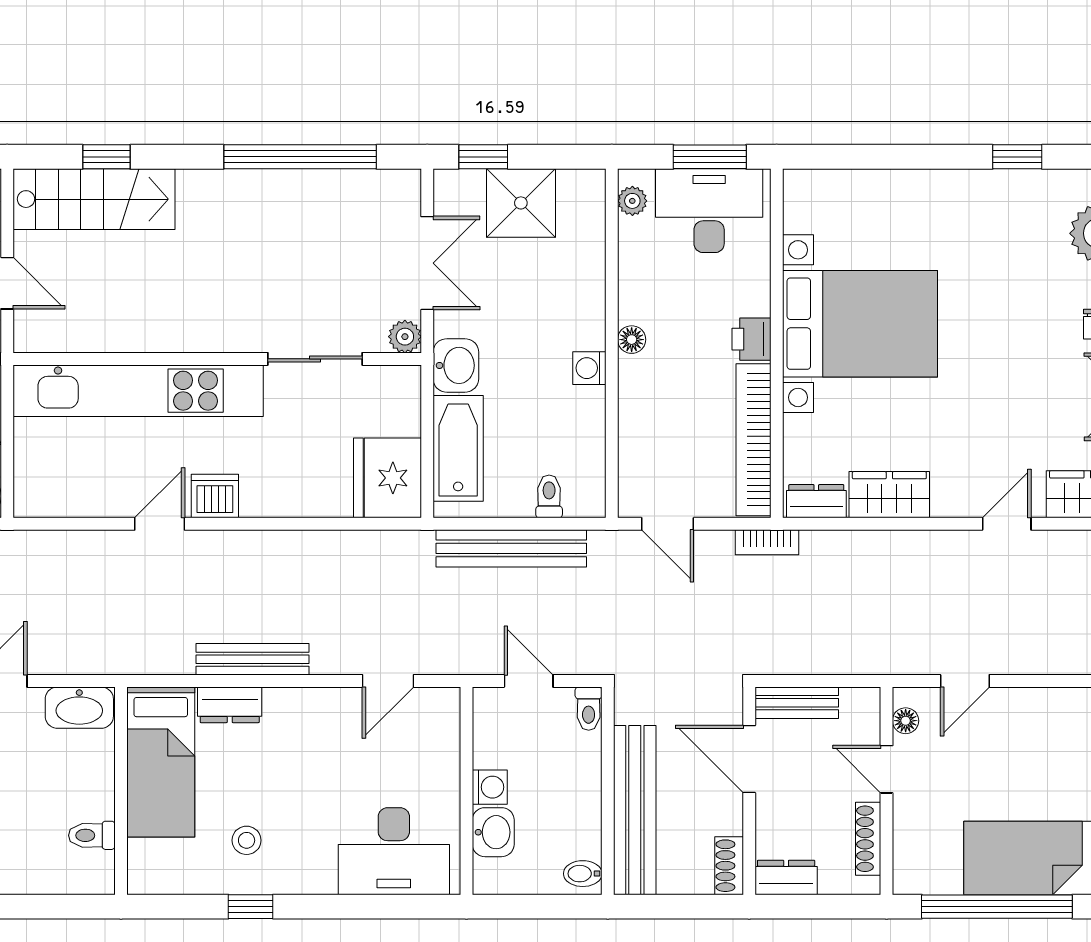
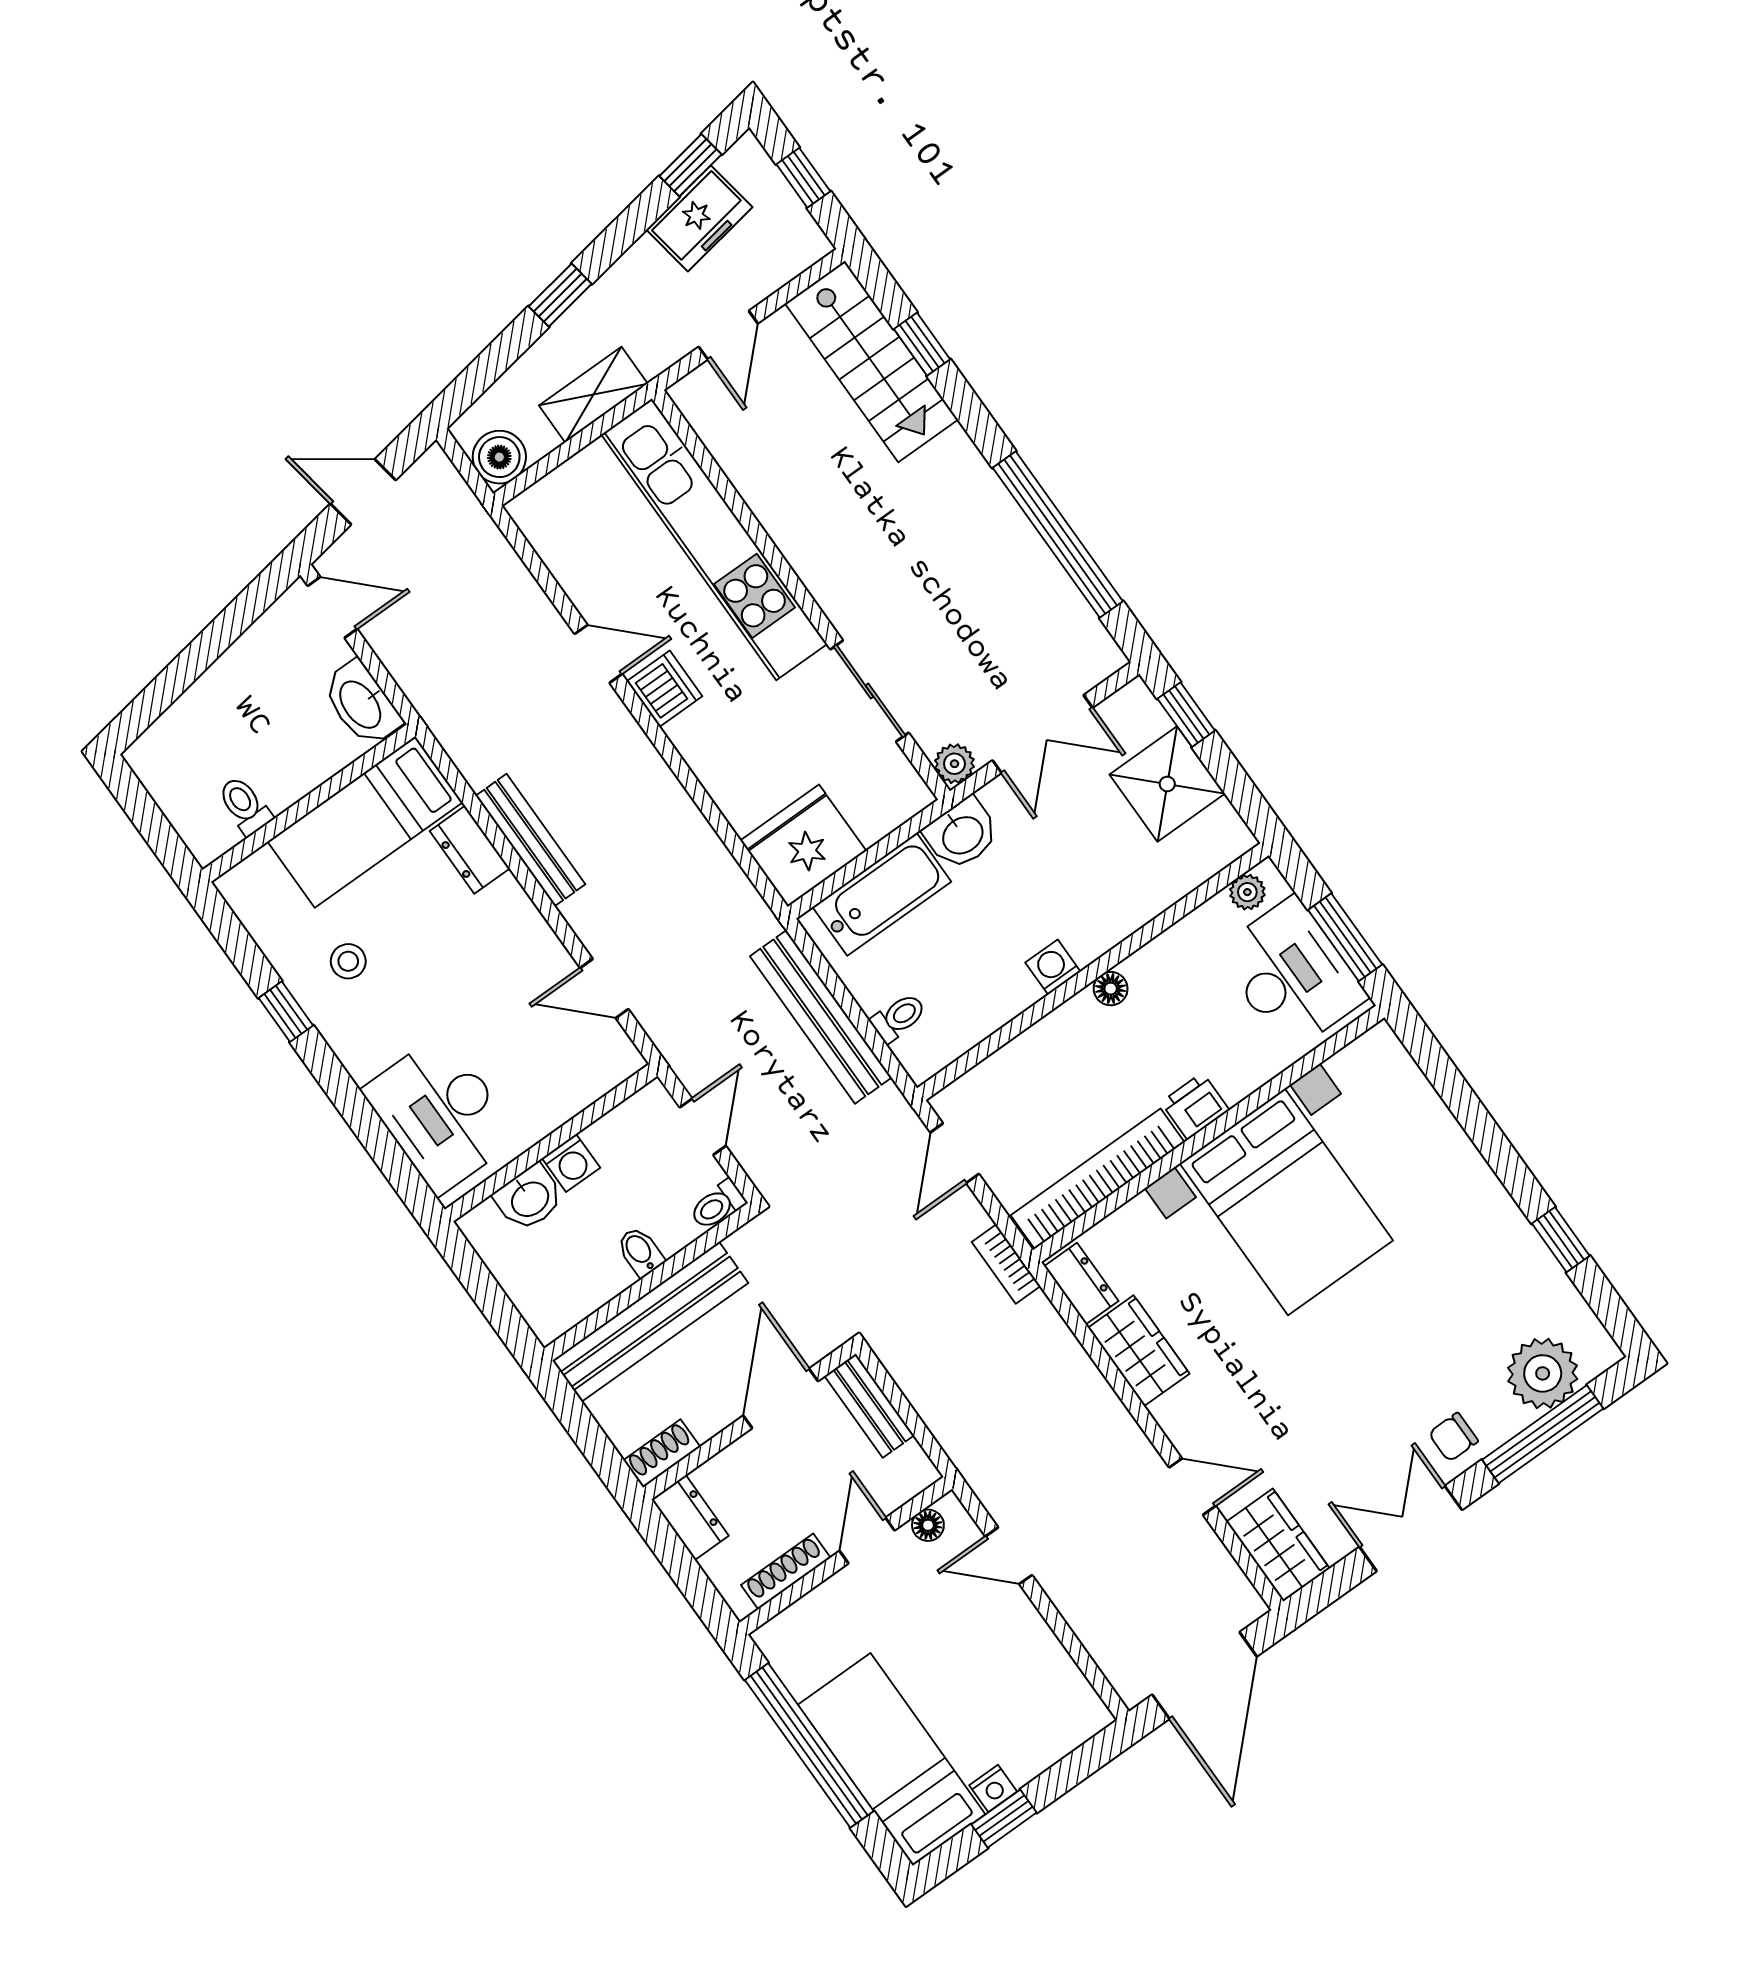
bidet: (583, 874) -> (640, 1252), moved

